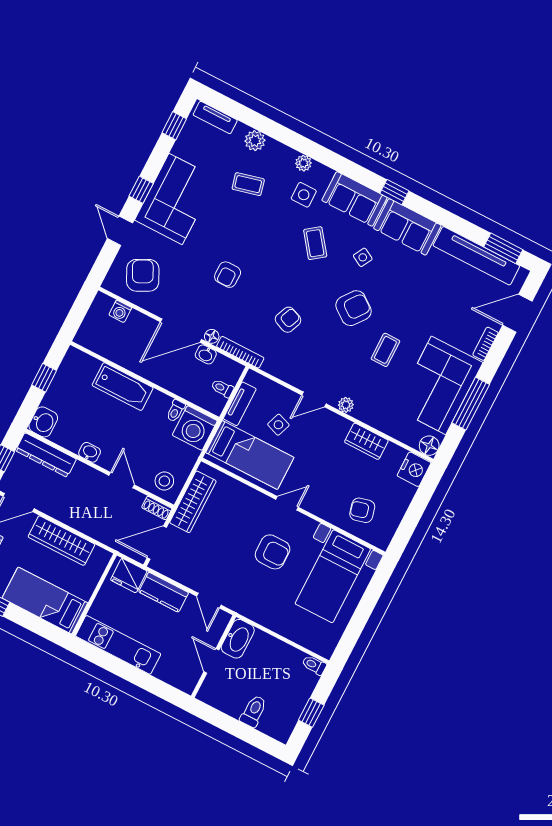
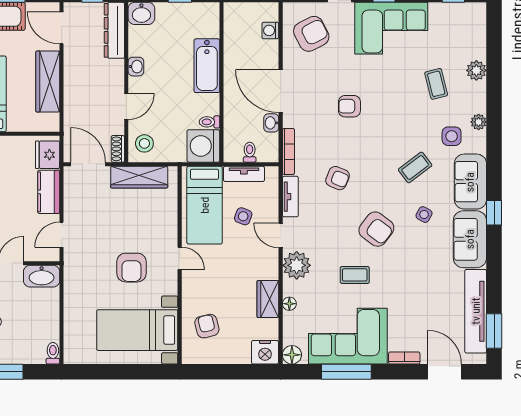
tv unit: (215, 117) -> (290, 197), moved, turned 180
floor lamp: (212, 336) -> (289, 304), moved
plant: (346, 405) -> (297, 265), width x1.88, depth x1.88

